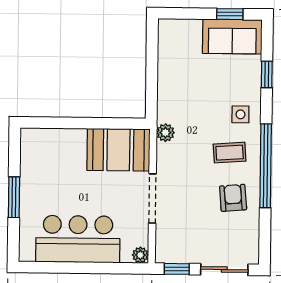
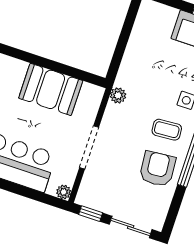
booth: (118, 150) -> (51, 89), moved
armchair: (233, 198) -> (157, 169), width x1.38, depth x1.38

